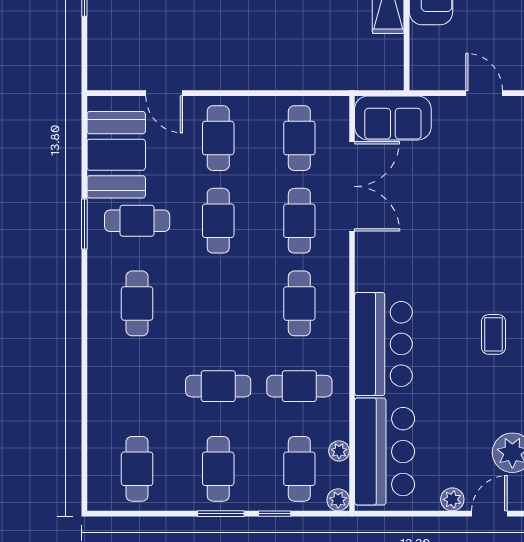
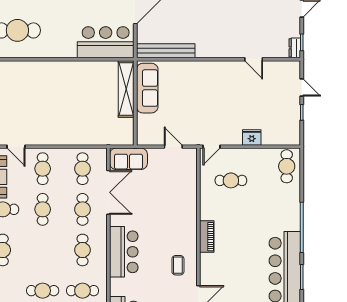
bar counter: (383, 344) -> (124, 252), moved

